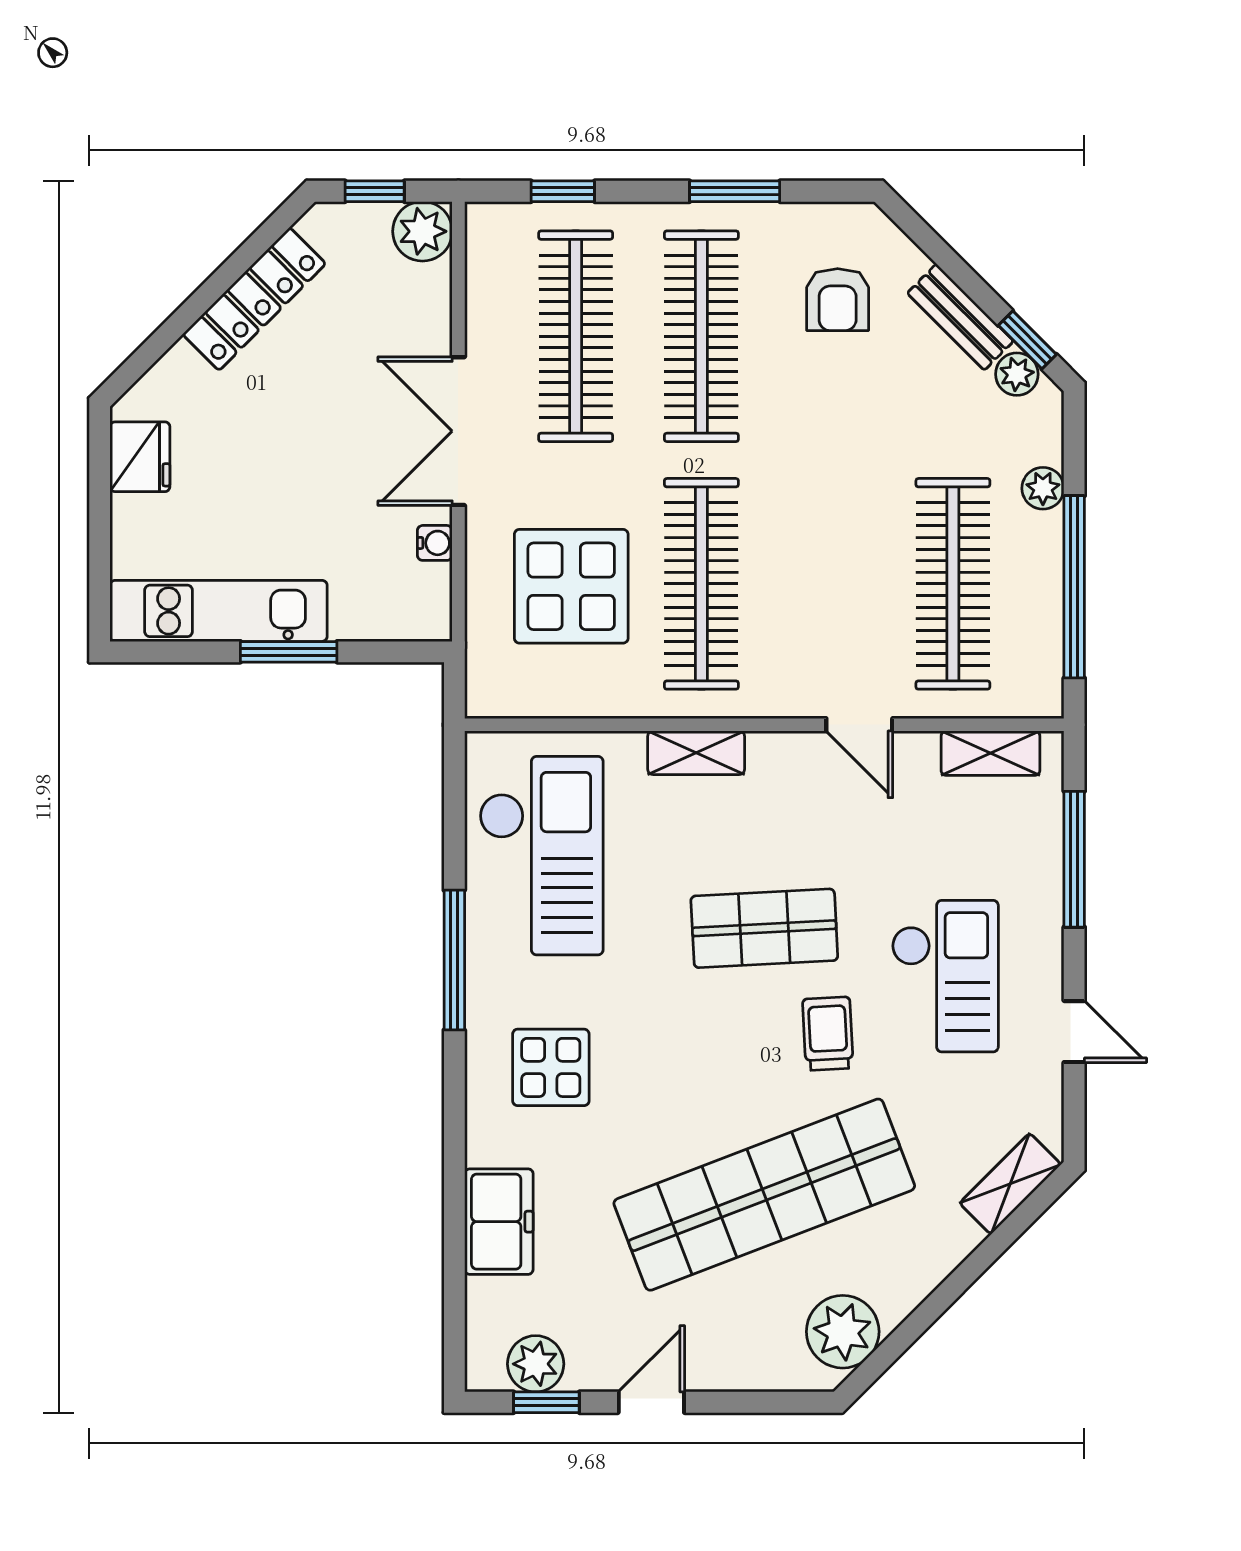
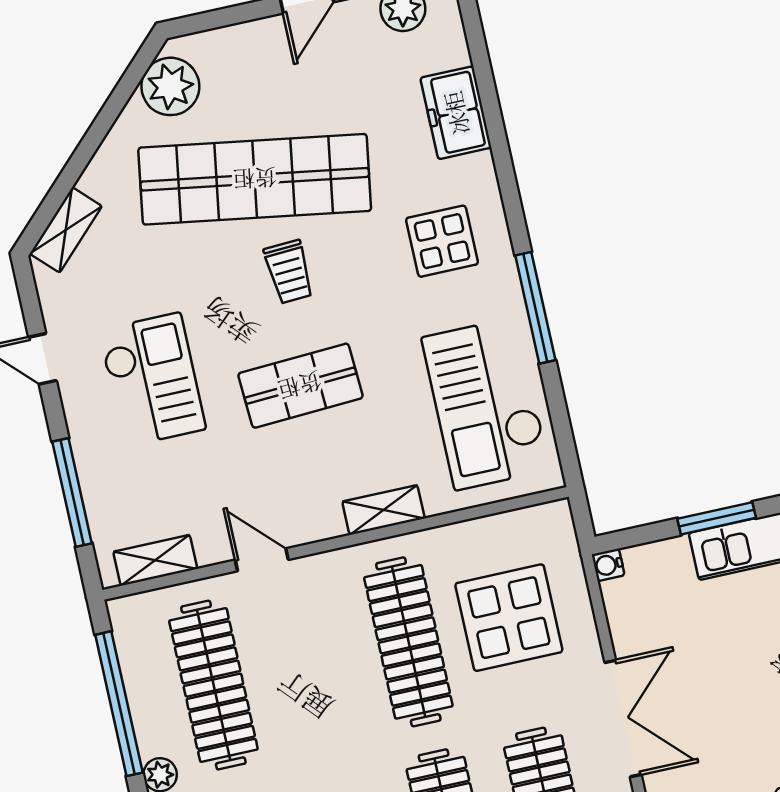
water cooler: (435, 543) -> (608, 565), moved
checkout: (945, 976) -> (152, 380), turned 180
trolley: (828, 1034) -> (289, 272), moved
shop shelf: (764, 1195) -> (255, 179), turned 30

